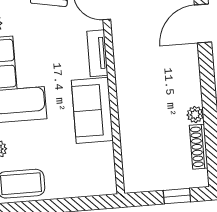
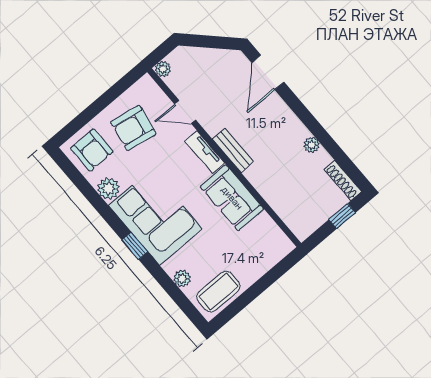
bench: (123, 69) -> (233, 150), added
shoe rack: (199, 147) -> (343, 180), moved

